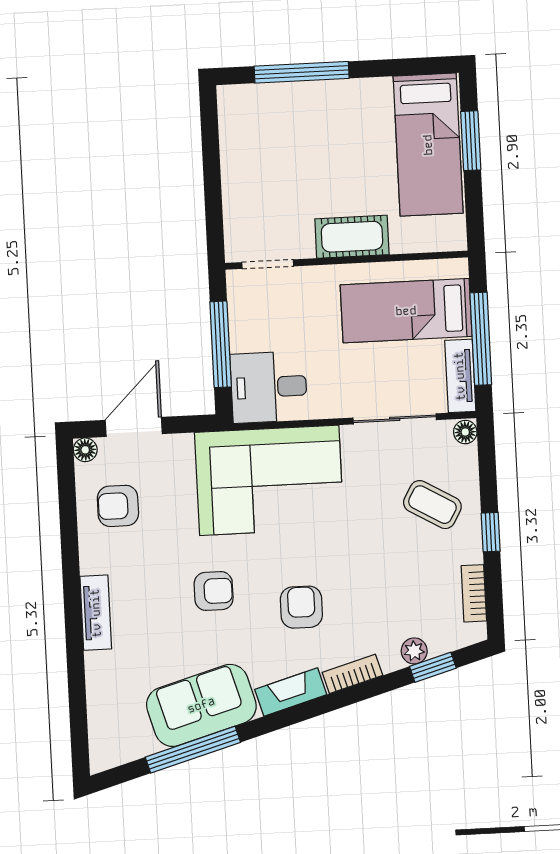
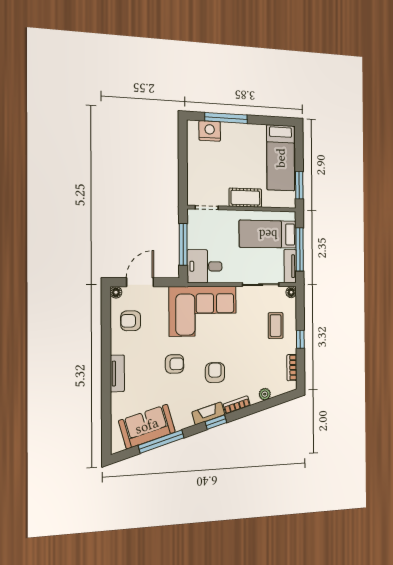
nightstand: (267, 103) -> (210, 131), added
window: (471, 141) -> (299, 185), moved
coffee table: (432, 505) -> (276, 326), turned 60
window: (433, 667) -> (216, 422), moved
sofa: (201, 705) -> (147, 426), moved

